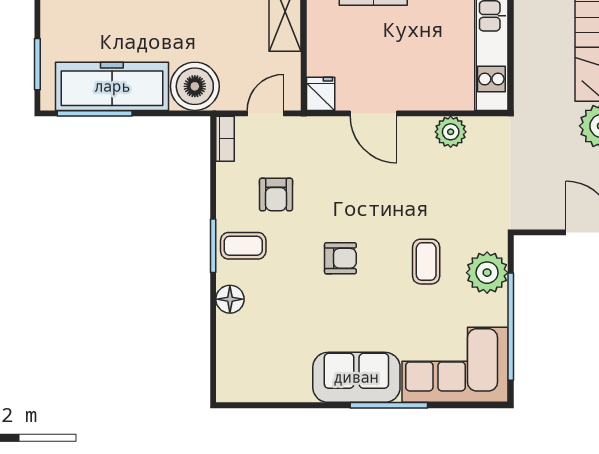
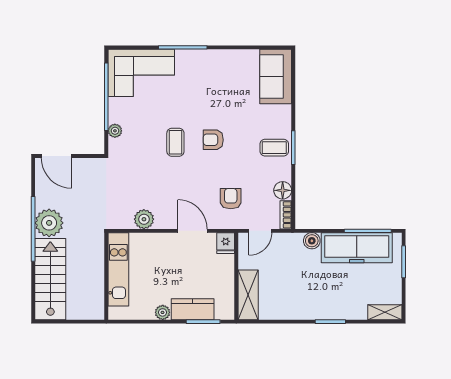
boiler: (195, 86) -> (312, 241), width x0.54, depth x0.54
armchair: (276, 195) -> (231, 199), moved
coffee table: (426, 262) -> (175, 142), moved
plant: (487, 273) -> (115, 131), width x0.53, depth x0.53
floor lamp: (230, 299) -> (283, 190), moved
sofa: (356, 377) -> (276, 76), moved, turned 90

